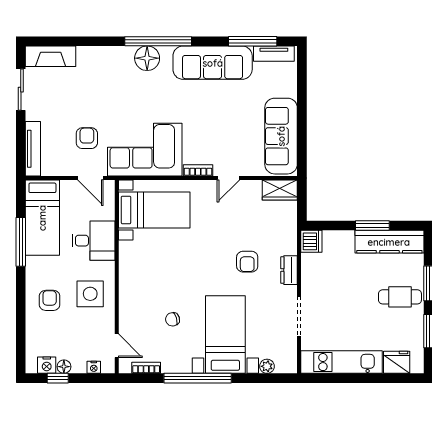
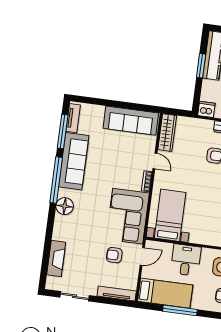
window: (158, 41) -> (56, 180), moved
fireplace: (51, 56) -> (56, 258), moved
wardrobe: (280, 190) -> (167, 133), width x1.50

